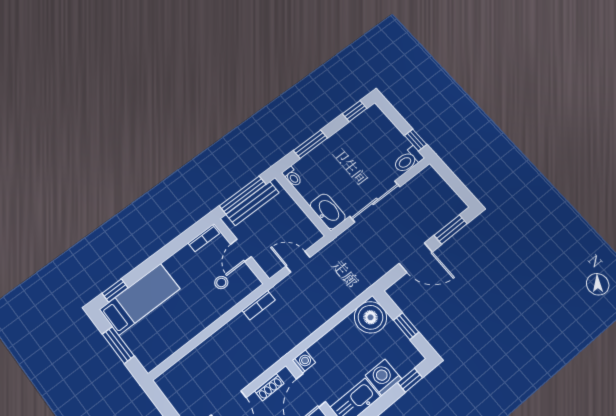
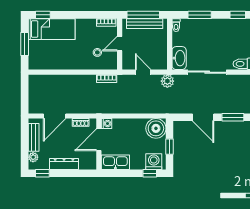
plant: (336, 249) -> (167, 81), added
washing machine: (383, 377) -> (154, 162), moved

